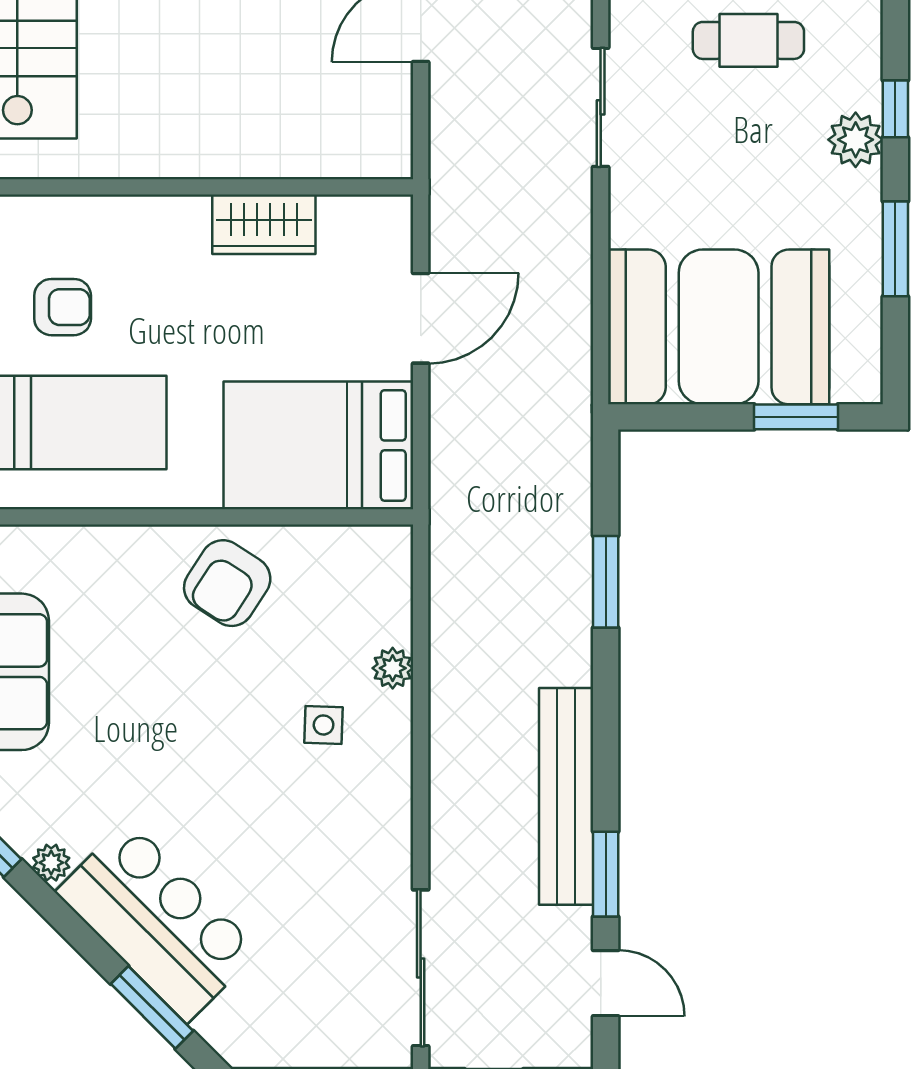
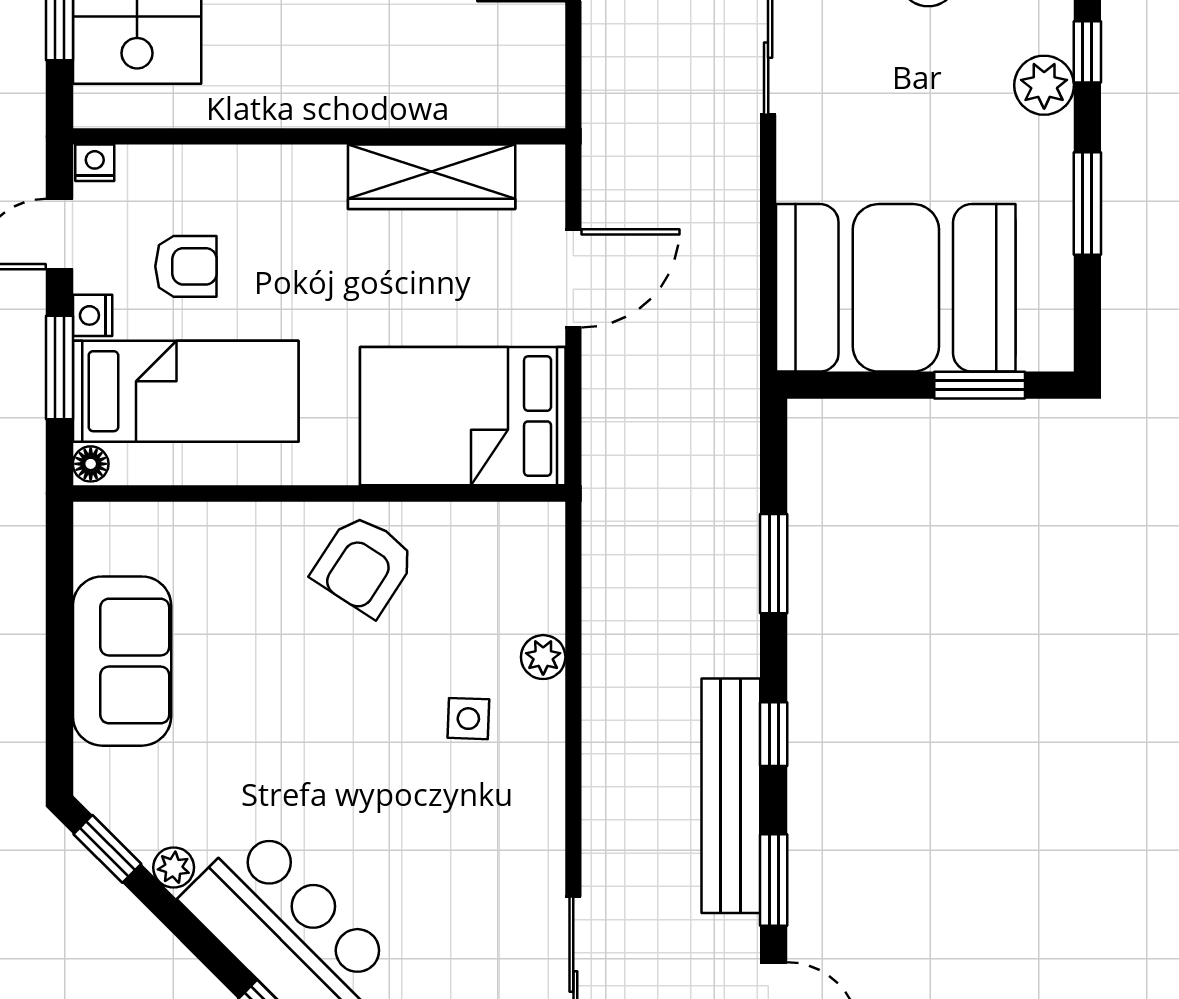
wardrobe: (264, 224) -> (432, 177), width x1.50
window: (606, 739) -> (774, 734), added

